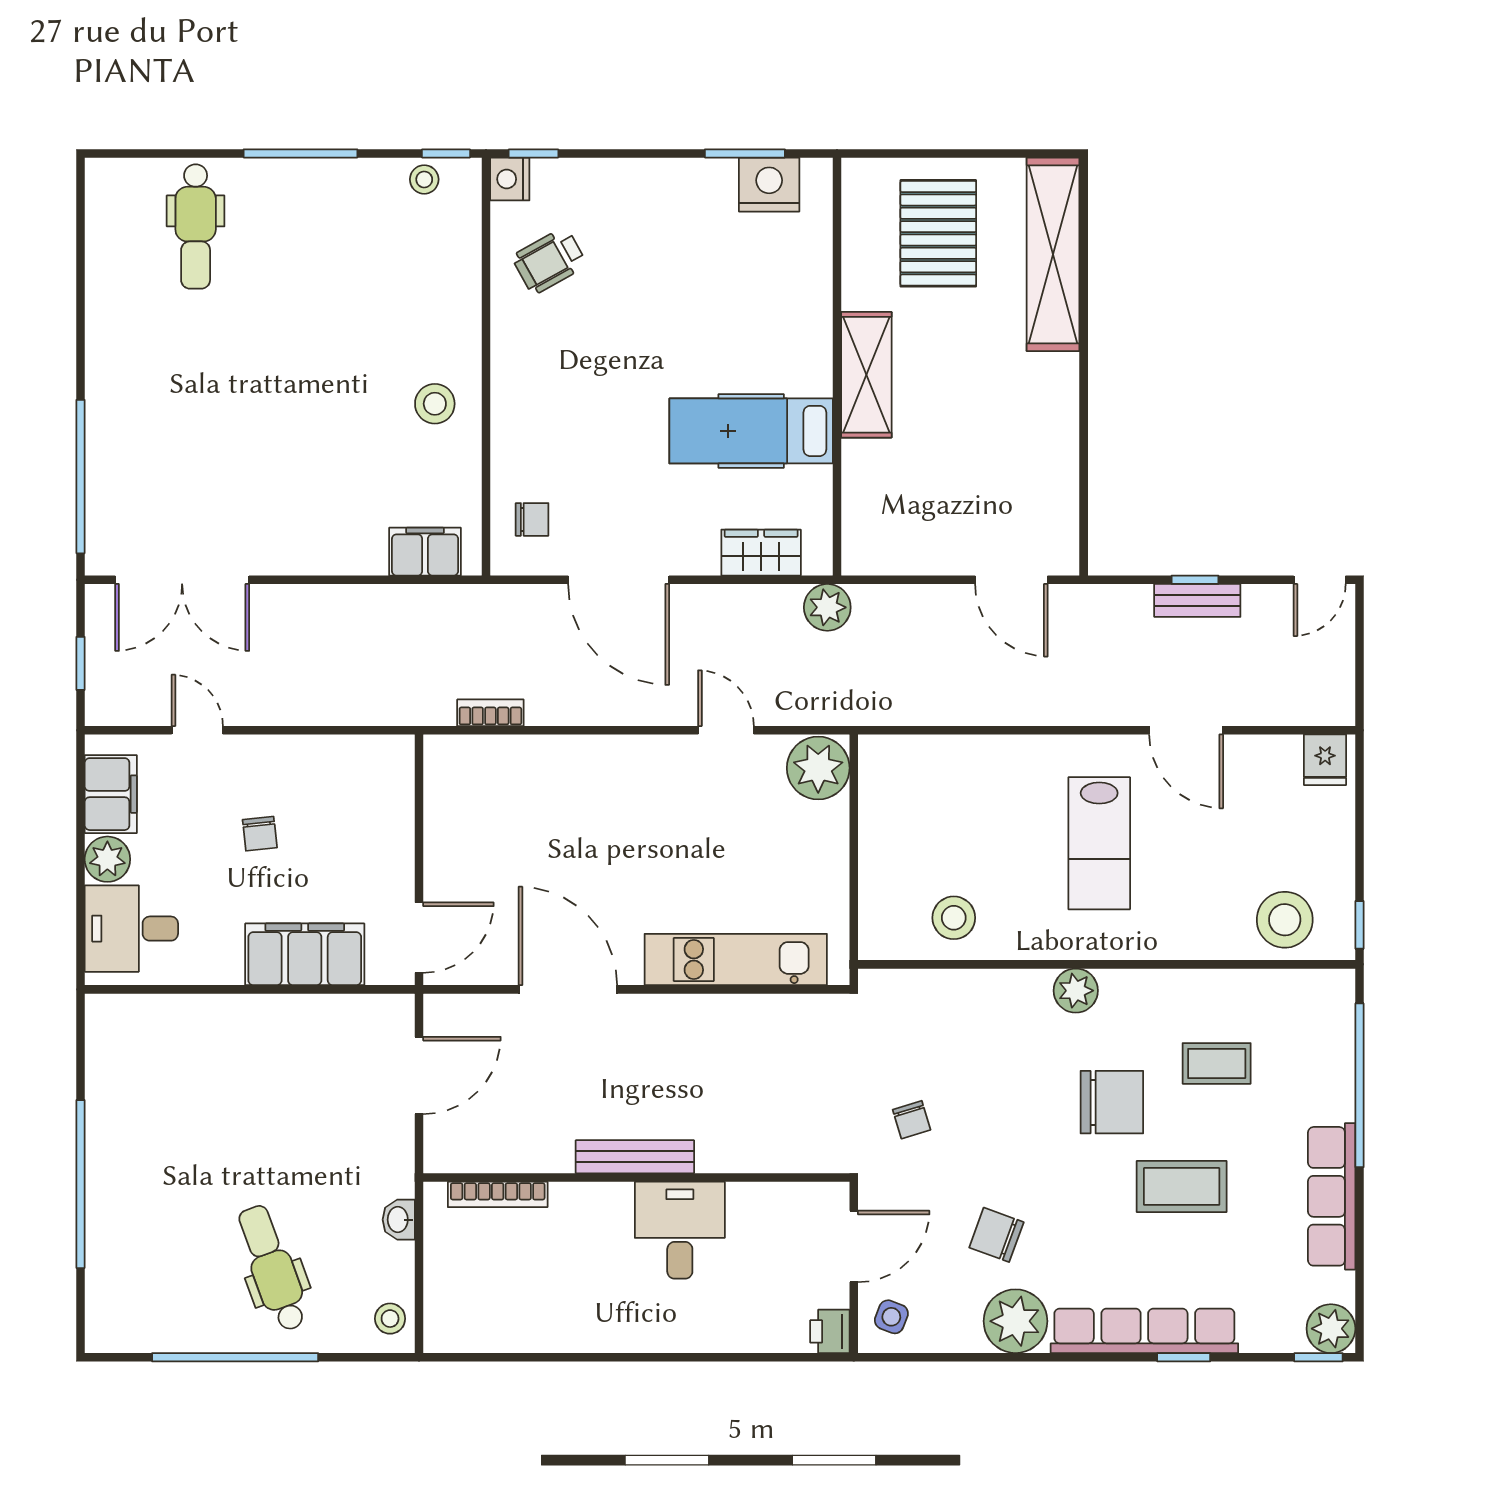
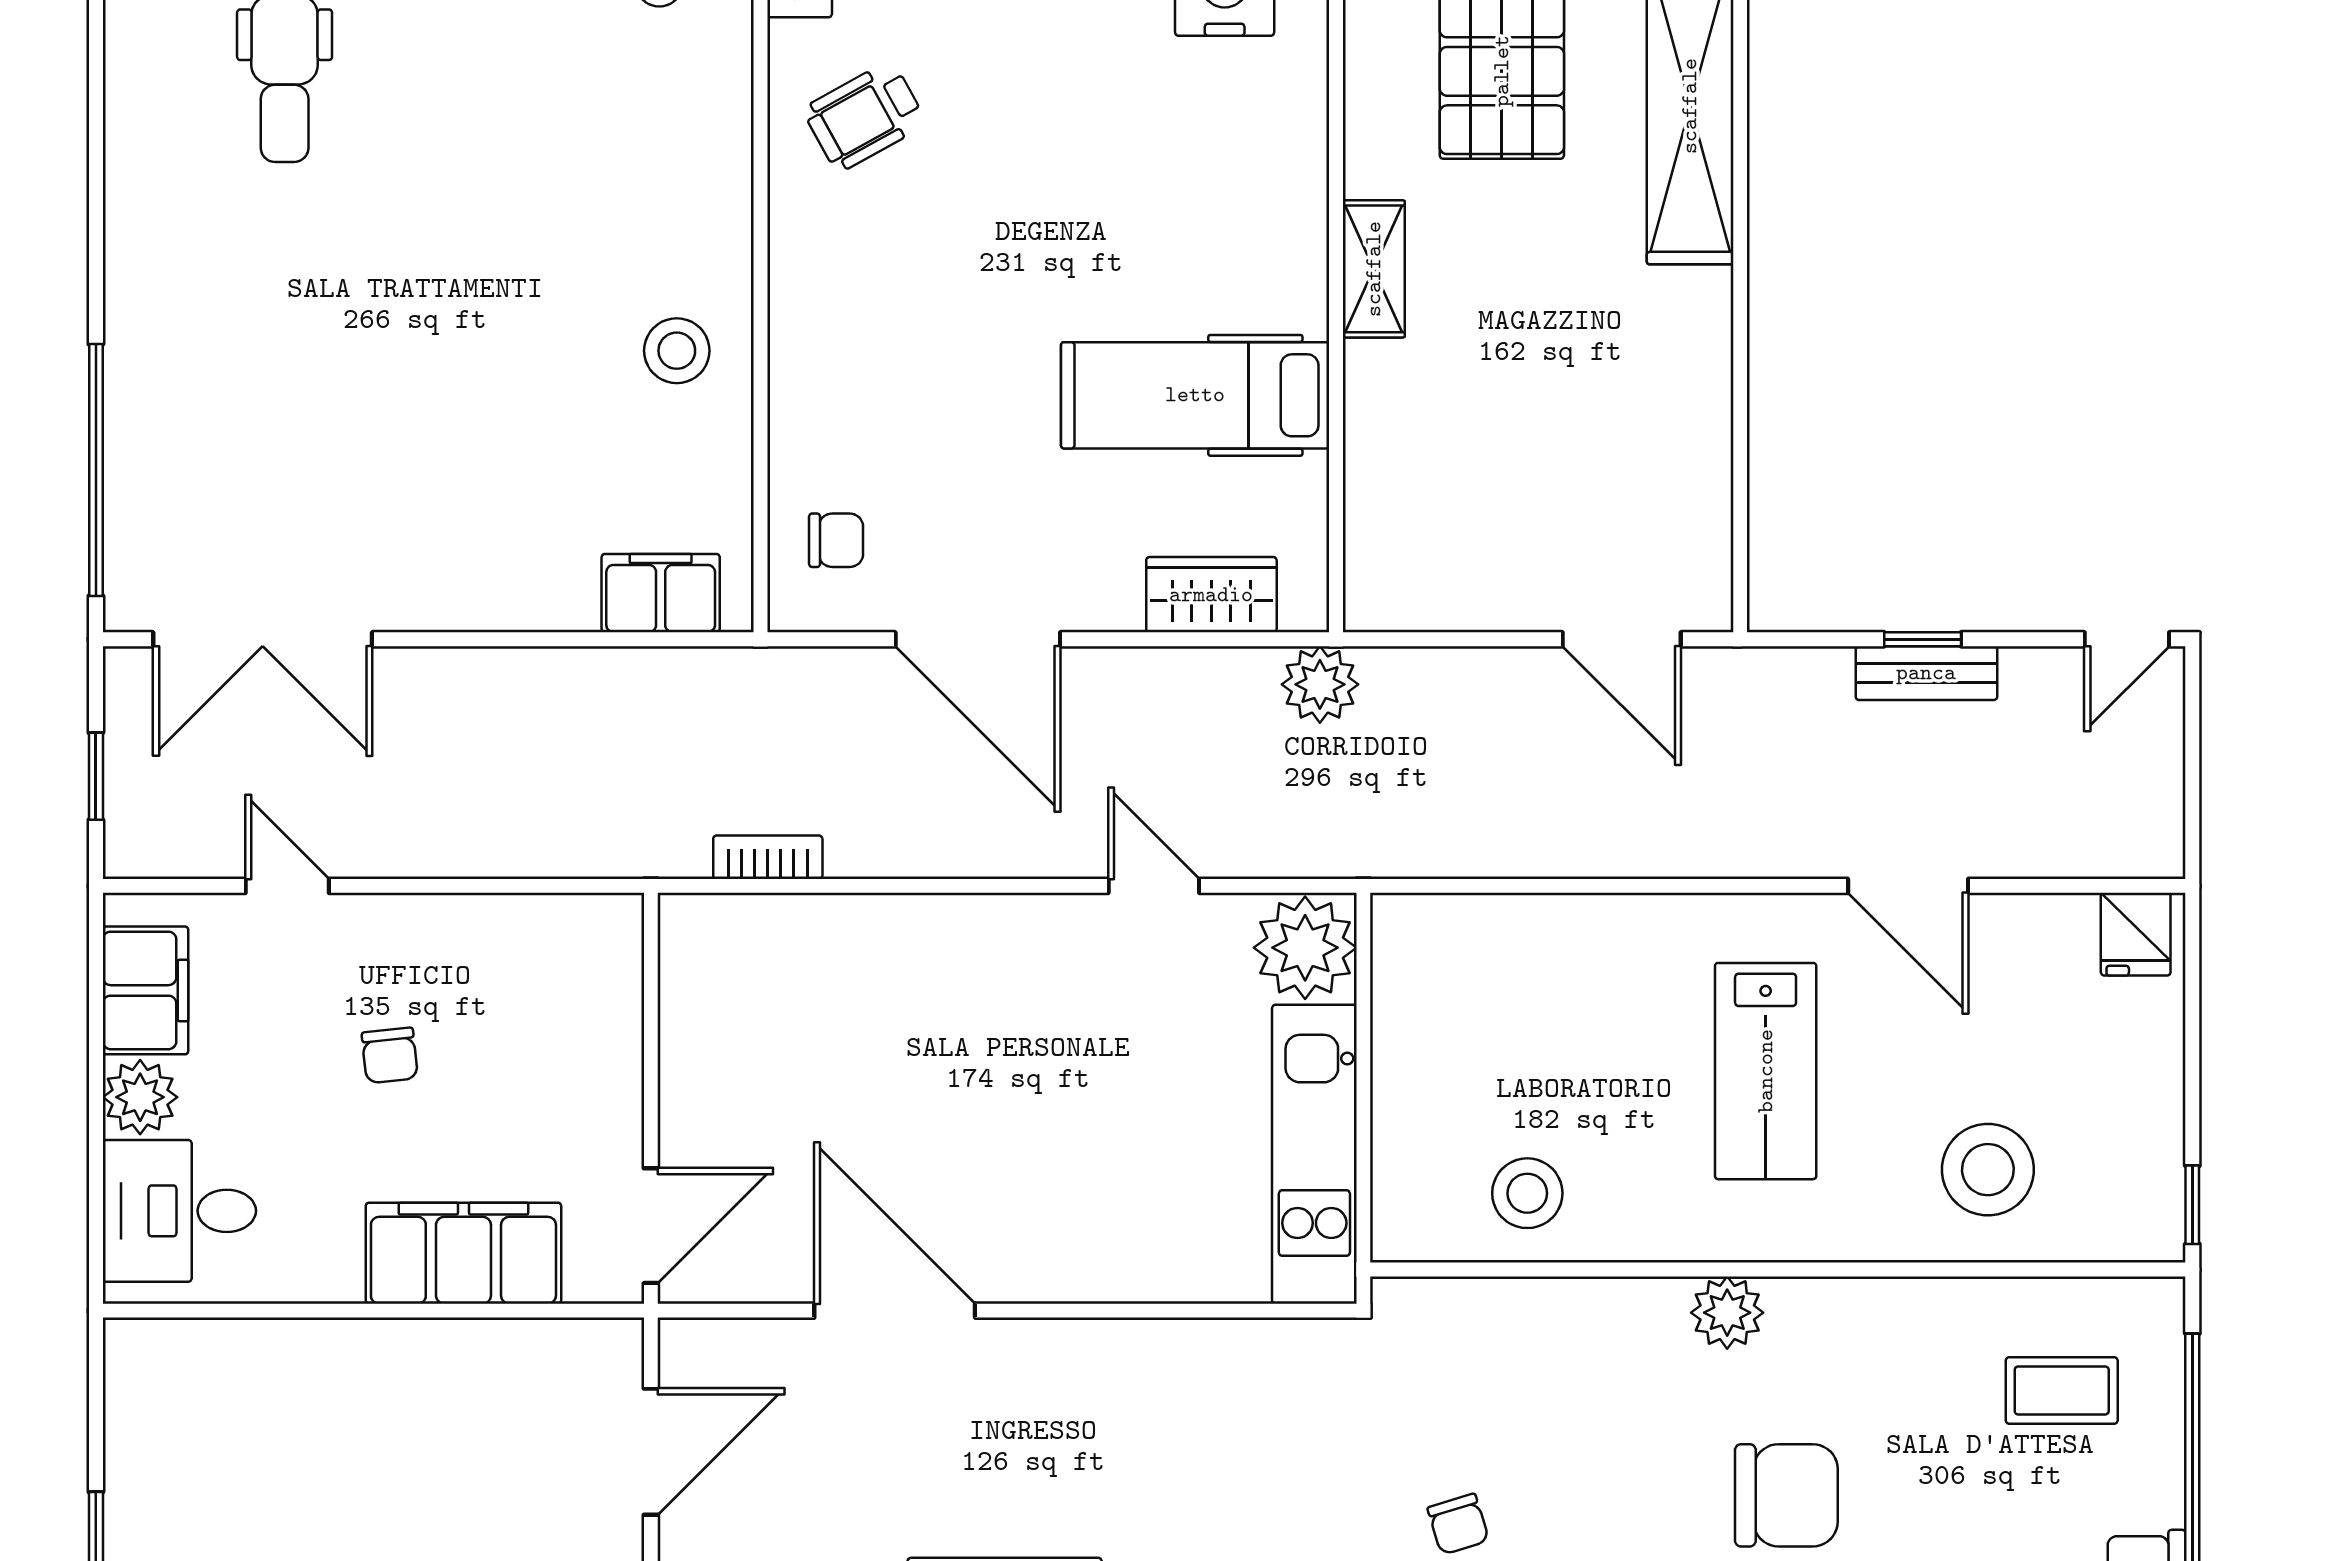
shelving: (866, 375) -> (1374, 269), width x0.67, depth x0.75
stool: (1285, 920) -> (1988, 1170), moved
kitchen unit: (736, 960) -> (1314, 1154), moved, turned -90
coffee table: (1217, 1063) -> (2062, 1390), moved

